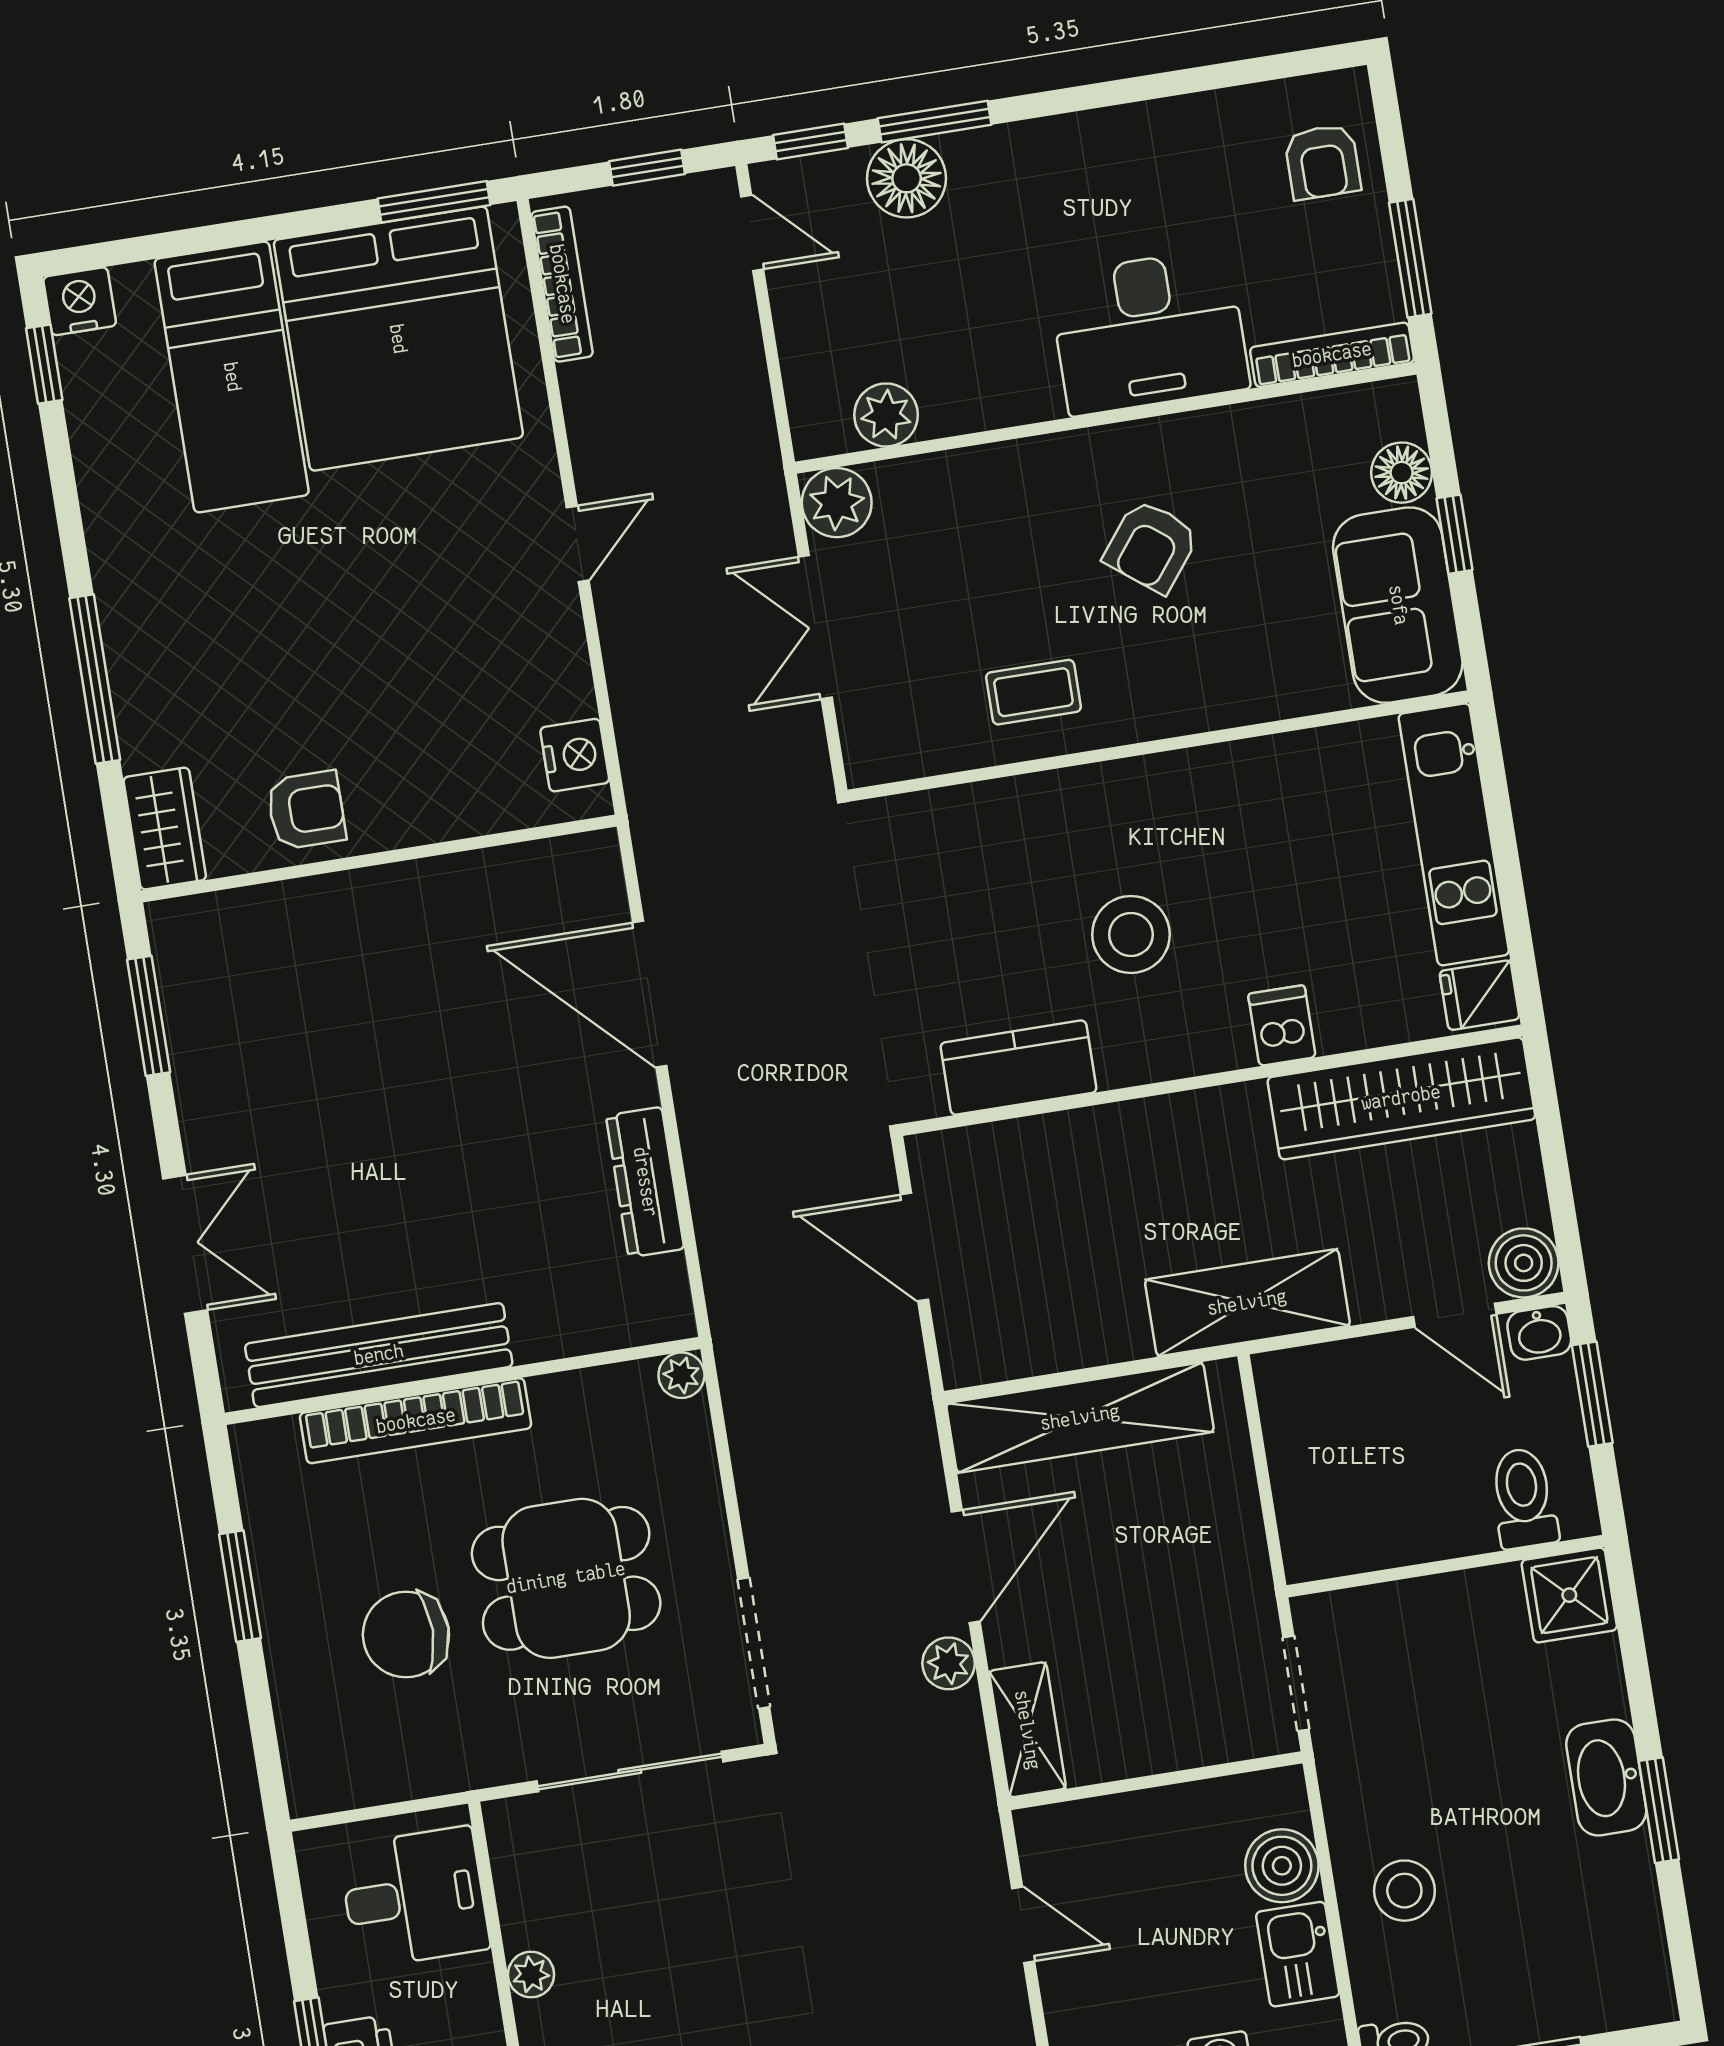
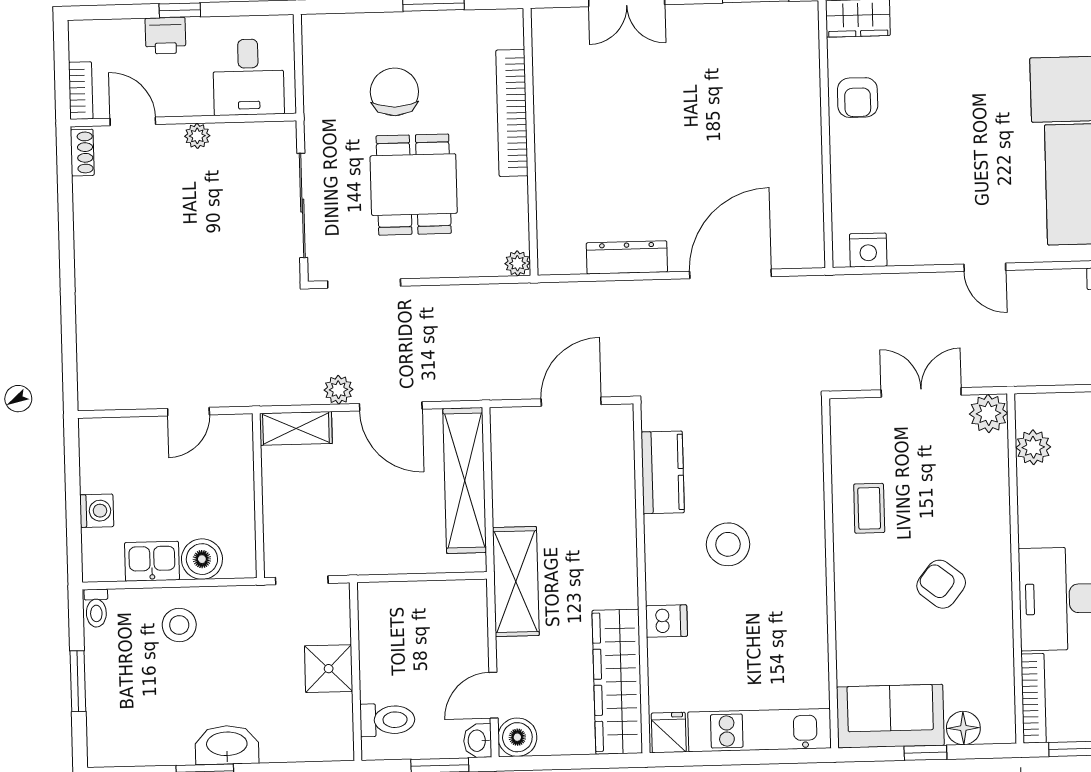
bench: (379, 1355) -> (551, 97), removed
shower: (1569, 1595) -> (329, 669), moved

